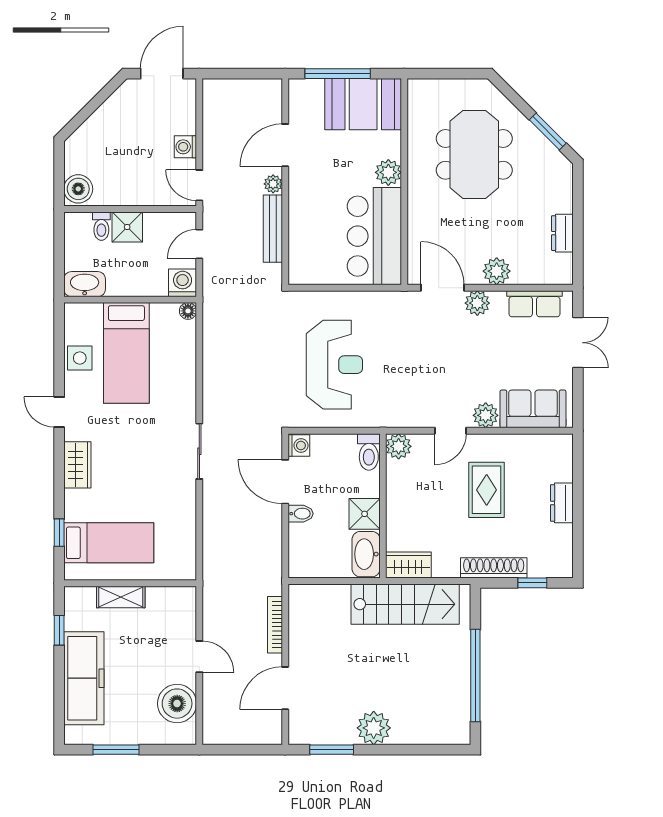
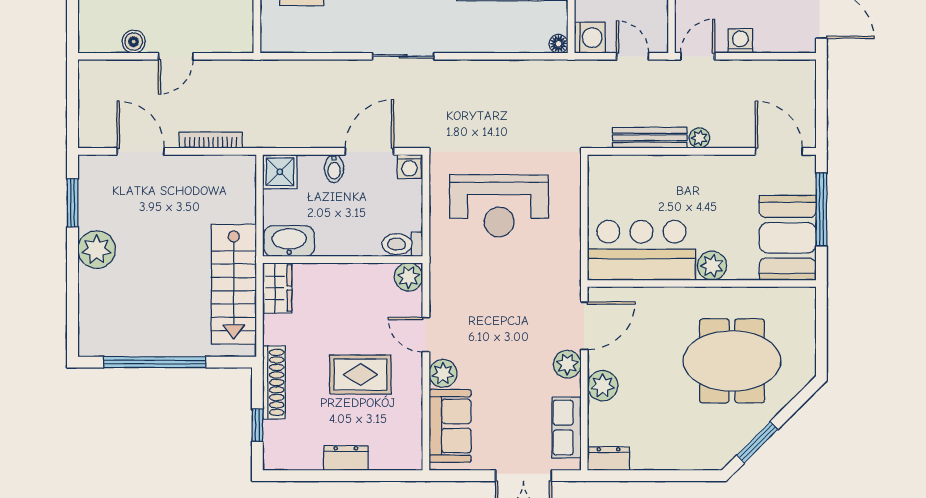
door: (285, 145) -> (779, 151), moved
dresser: (562, 233) -> (609, 459), moved
shower: (365, 514) -> (280, 172), moved
boiler: (177, 704) -> (134, 42), width x0.54, depth x0.54

